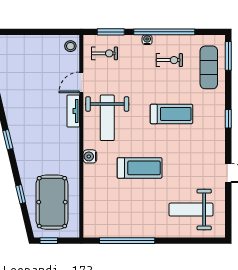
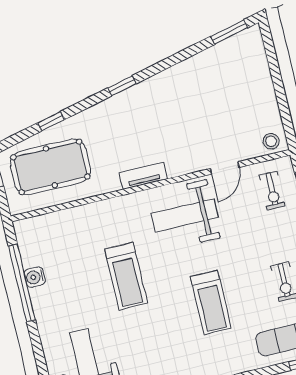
door: (81, 82) -> (225, 168), swing flipped
tv unit: (73, 111) -> (143, 176), moved
water cooler: (90, 156) -> (35, 277), moved, turned -90

